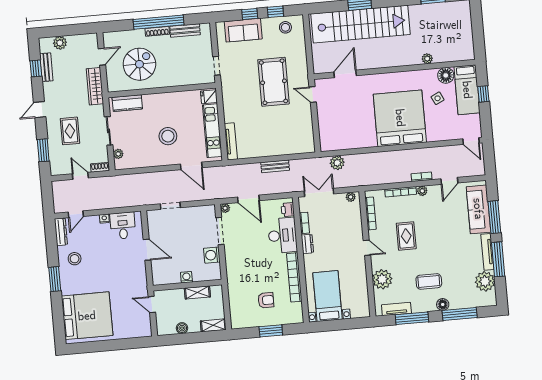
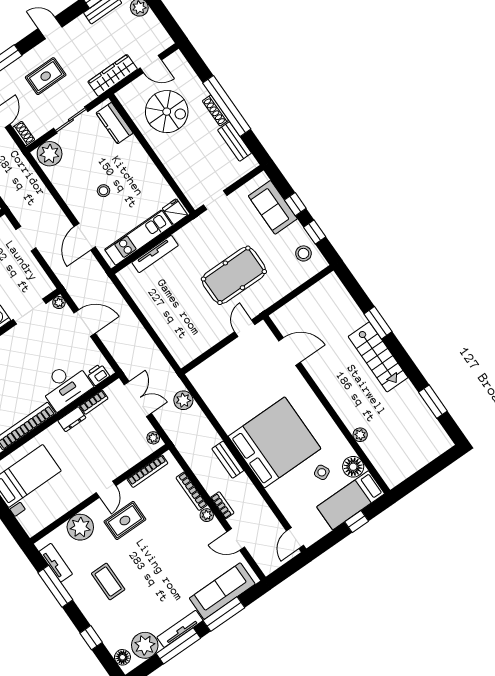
stairs: (361, 24) -> (378, 357), width x0.54, depth x0.66
stool: (168, 136) -> (103, 191), width x0.53, depth x0.53
tv unit: (231, 141) -> (155, 254), moved
plant: (118, 154) -> (50, 154), width x1.88, depth x1.88
bench: (275, 166) -> (228, 460), moved
door: (248, 199) -> (85, 323), swing flipped
rug: (406, 236) -> (125, 520), moved
floor lamp: (443, 304) -> (122, 657), moved
window: (460, 314) -> (91, 638), width x0.46

